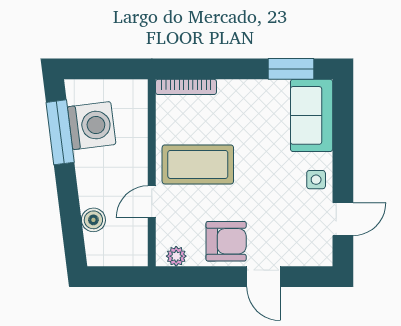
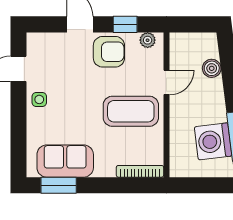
sofa: (312, 115) -> (65, 161), moved, turned -90
armchair: (226, 241) -> (109, 52), turned 180
window: (205, 277) -> (125, 24), added

